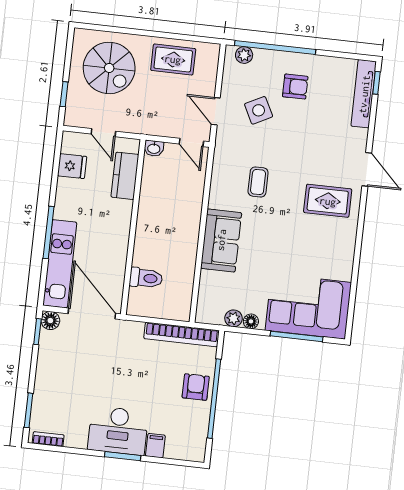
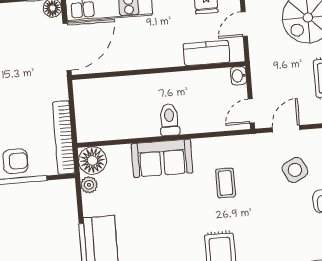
coffee table: (258, 182) -> (225, 183), turned 90
toilet: (146, 278) -> (169, 120), moved, turned 180
floor lamp: (251, 321) -> (92, 161), moved, width x1.89, depth x1.89

